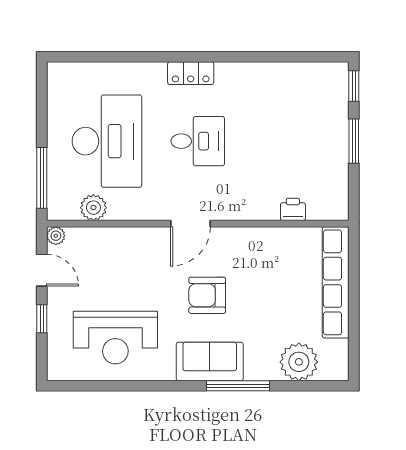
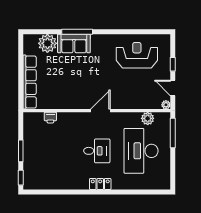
desk: (198, 141) -> (97, 151), turned 180
armchair: (207, 295) -> (92, 76), removed
sofa: (210, 362) -> (74, 43), moved

